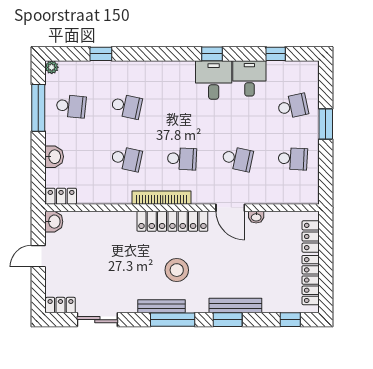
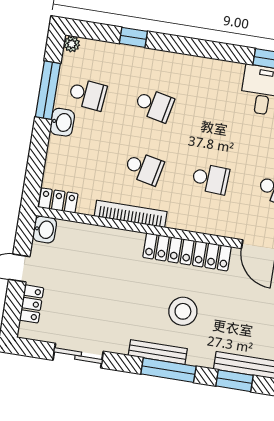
washbasin: (54, 157) -> (62, 122), moved
bookcase: (162, 198) -> (131, 214), moved
locker: (60, 305) -> (31, 304), moved, turned 90

